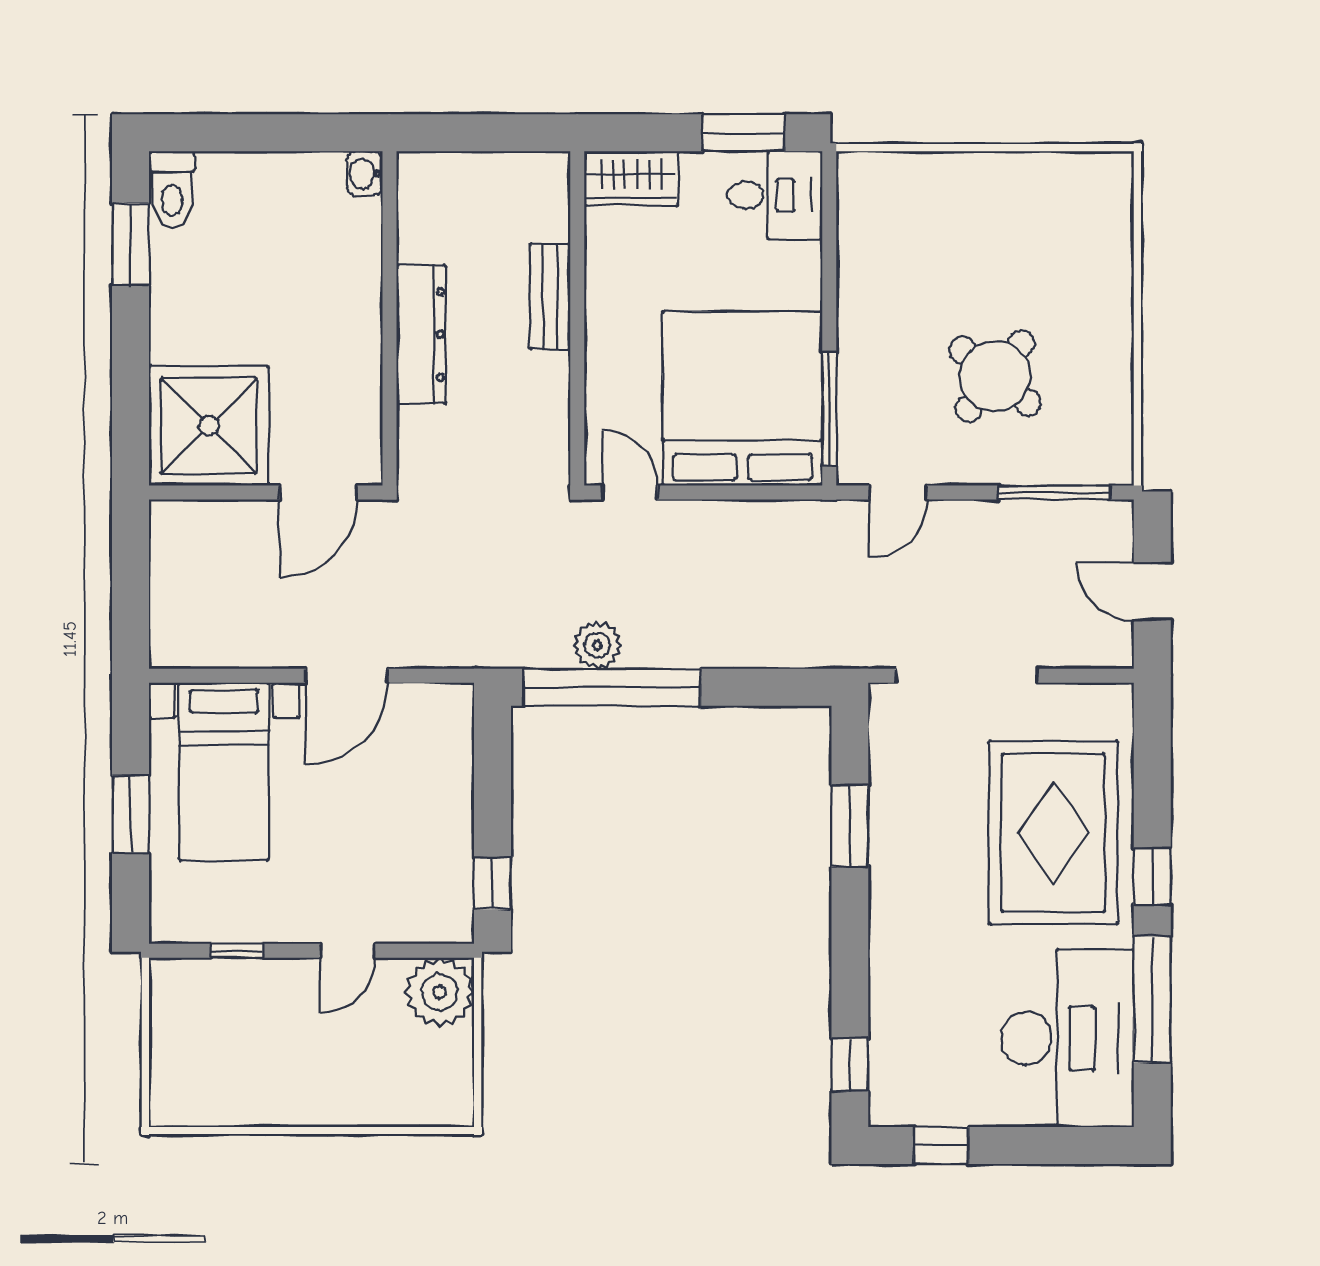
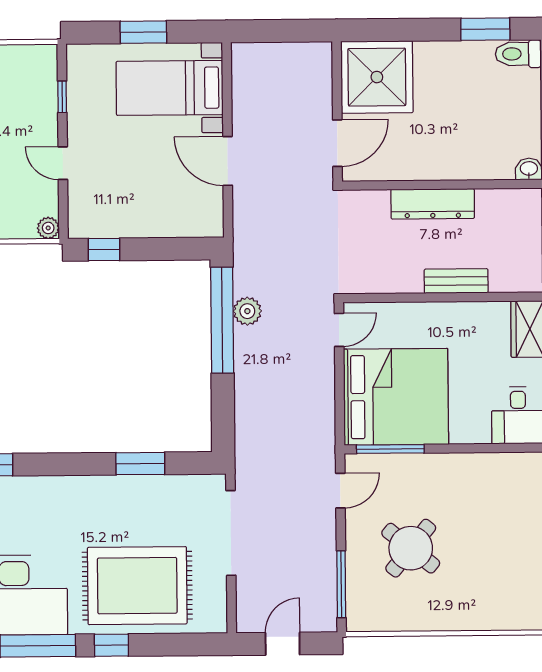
door: (319, 492) -> (337, 143), swing flipped
door: (898, 492) -> (340, 491), swing flipped
plant: (440, 992) -> (48, 228), width x0.53, depth x0.53

